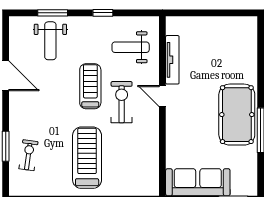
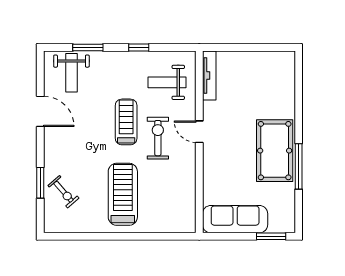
weight bench: (50, 41) -> (71, 73), moved
tv unit: (172, 60) -> (209, 75), moved
exercise bike: (28, 155) -> (63, 192), turned 131

